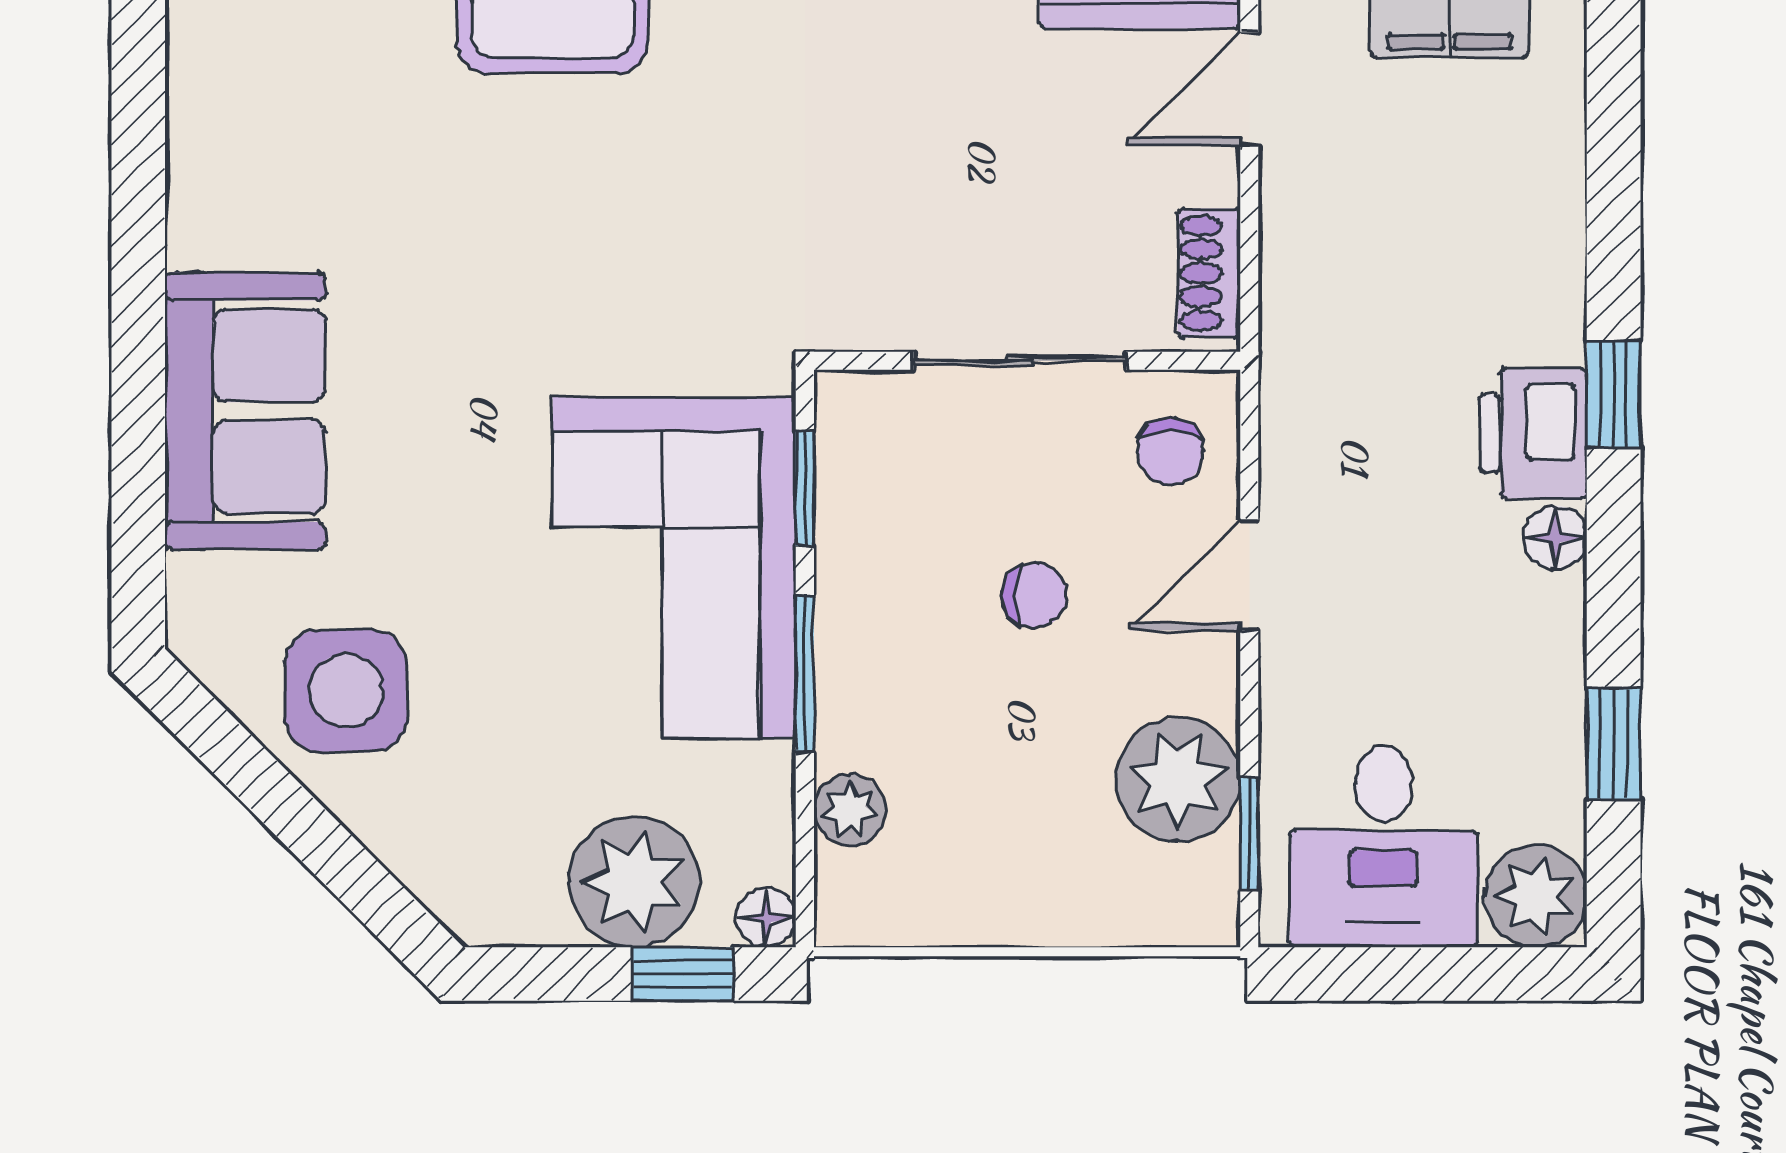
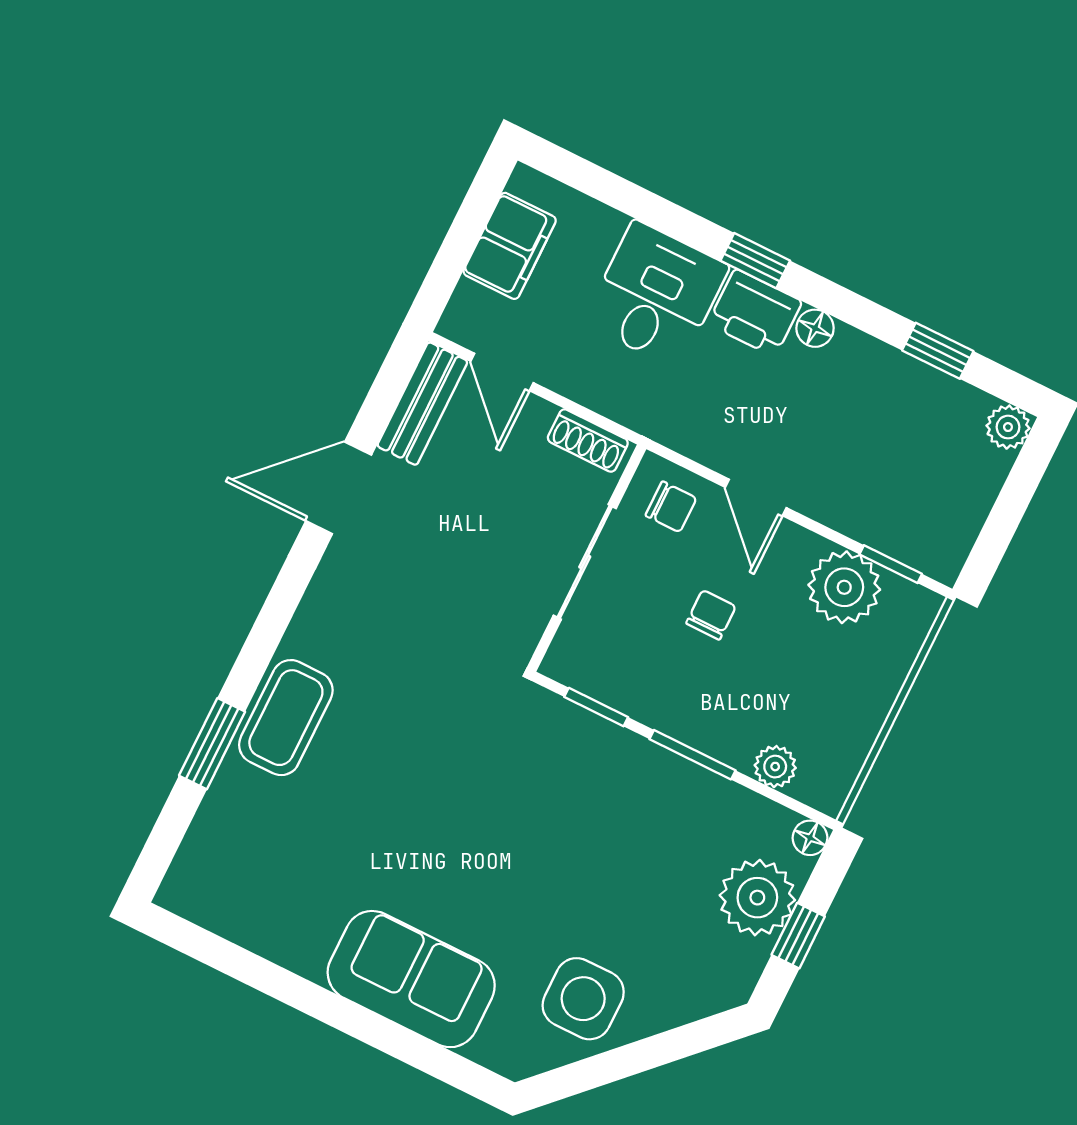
corner sofa: (674, 568) -> (604, 796), removed
desk: (1383, 846) -> (656, 295), moved, turned -90
plant: (1536, 896) -> (1008, 427), width x0.73, depth x0.73
window: (683, 974) -> (798, 936), moved

